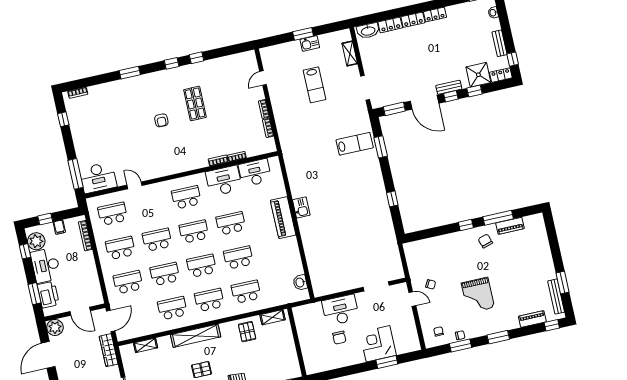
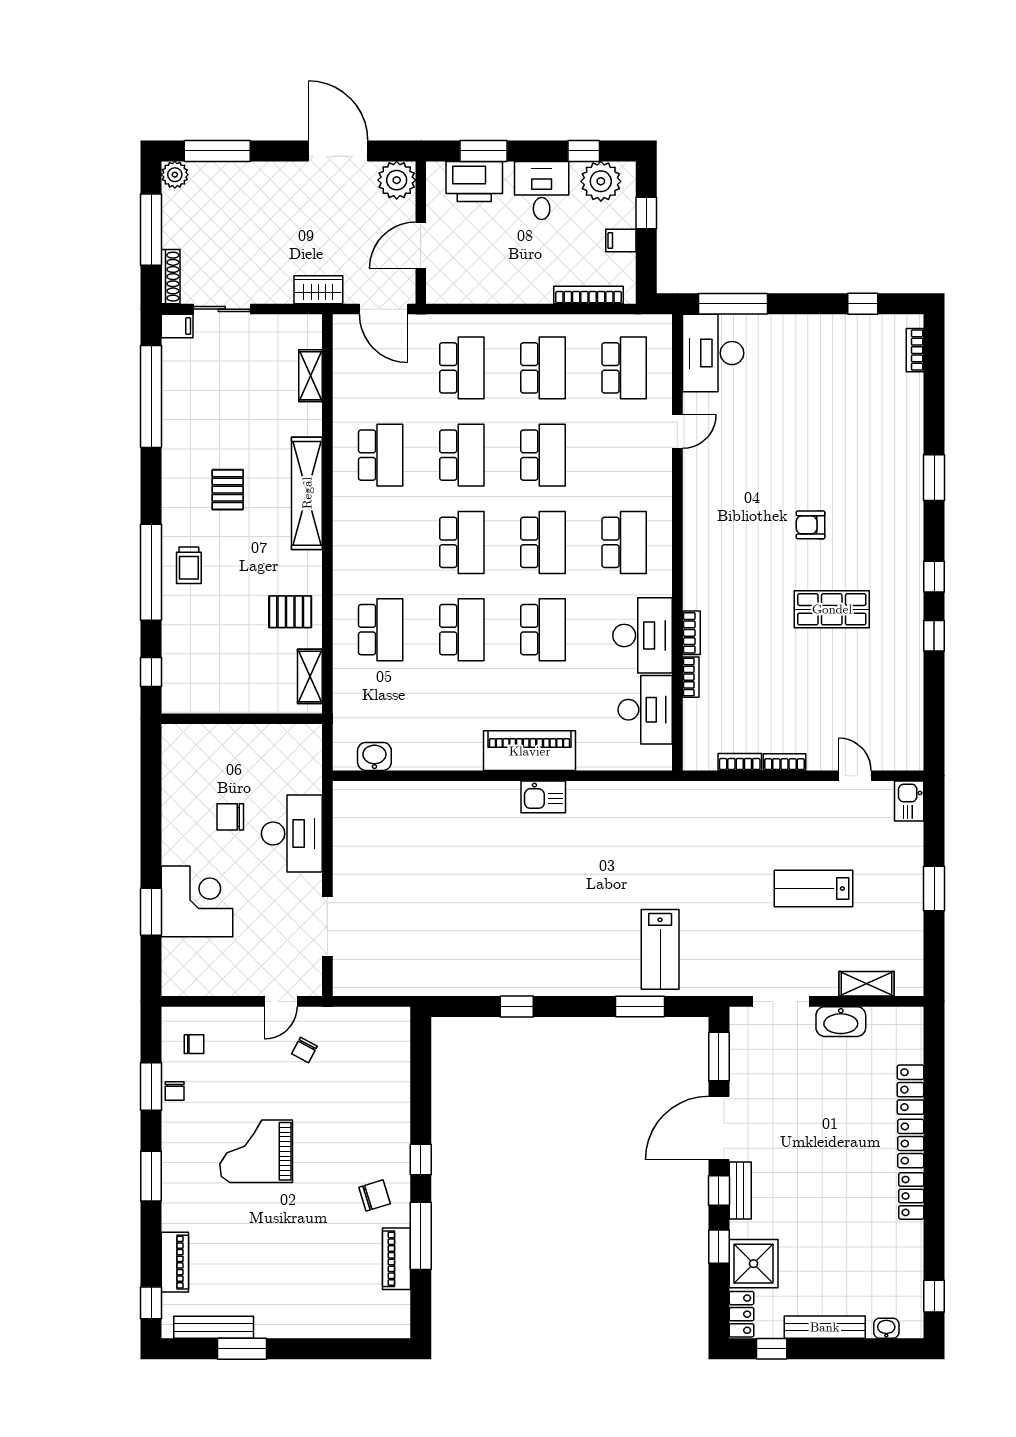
washbasin: (368, 31) -> (841, 1022), moved, turned -90
bench: (499, 43) -> (825, 1327), width x1.36
kitchen sink: (310, 44) -> (909, 801), moved
desk: (46, 265) -> (542, 190), width x0.73
school desk: (209, 300) -> (381, 542), removed
wardrobe: (109, 350) -> (318, 290), width x0.67

